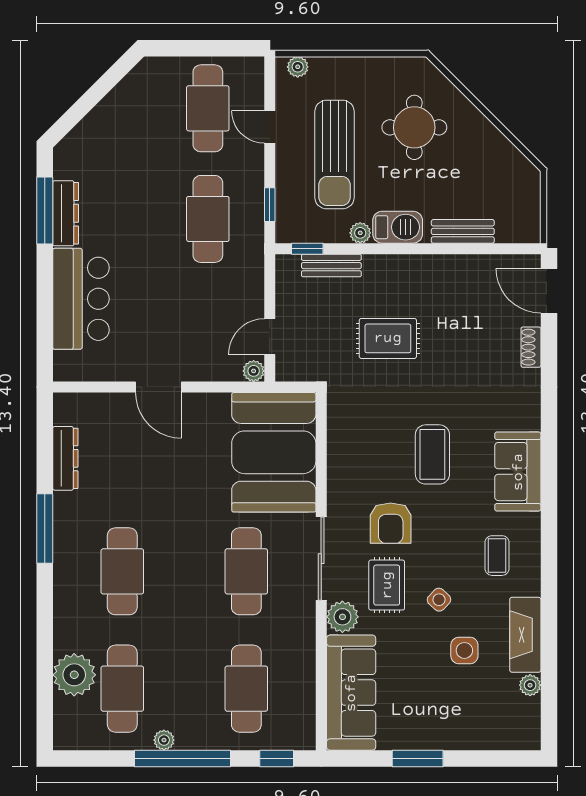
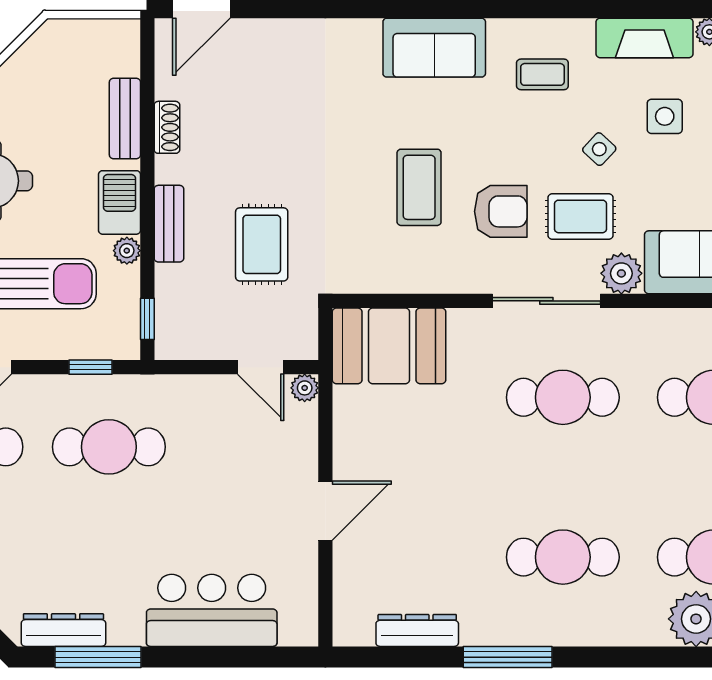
dresser: (66, 213) -> (63, 630), moved
bench: (331, 266) -> (169, 224), moved
rug: (388, 338) -> (262, 244), moved
shoe rack: (531, 347) -> (167, 127), moved, turned -90
booth: (274, 452) -> (389, 346), width x0.73, depth x0.70
coffee table: (432, 454) -> (419, 187), moved, turned 90

